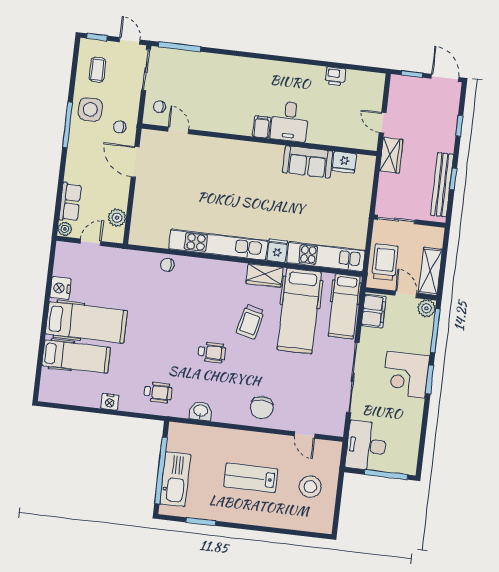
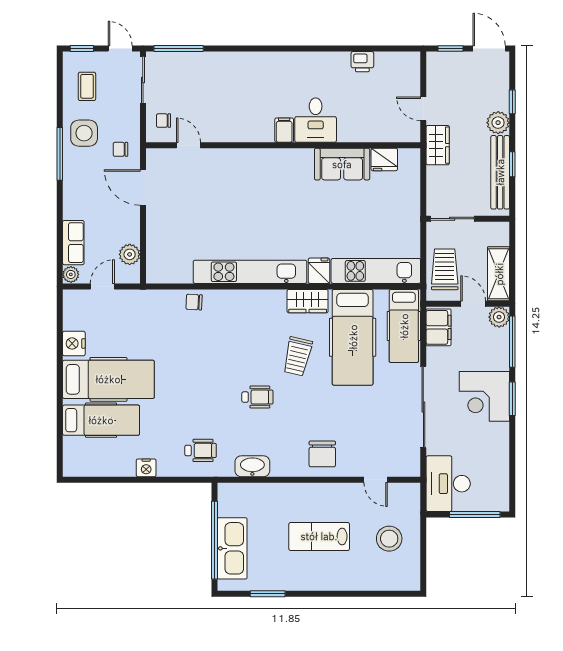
plant: (445, 142) -> (498, 123), added
washbasin: (201, 411) -> (252, 466), width x1.38

